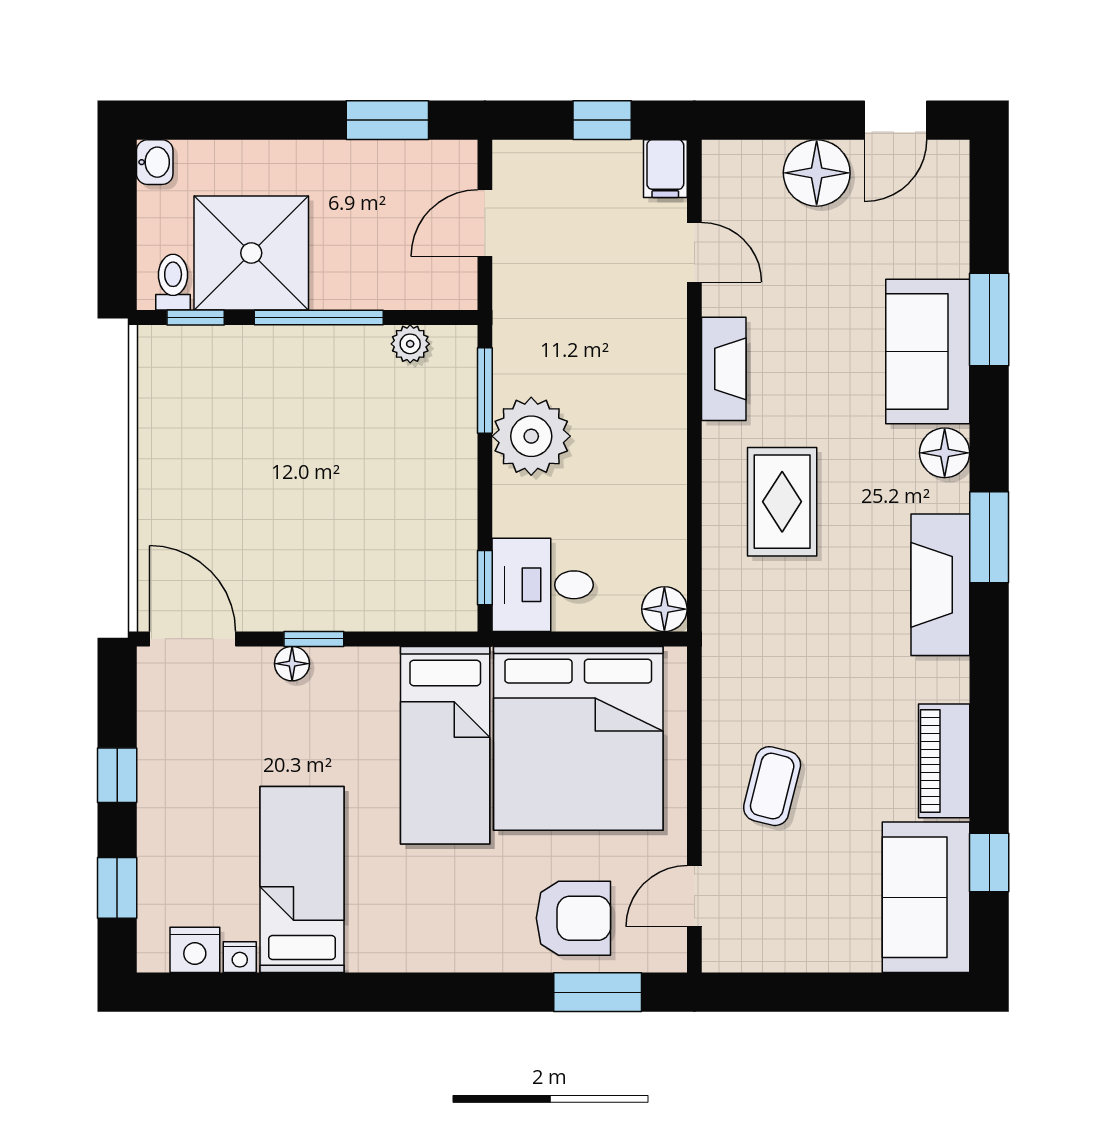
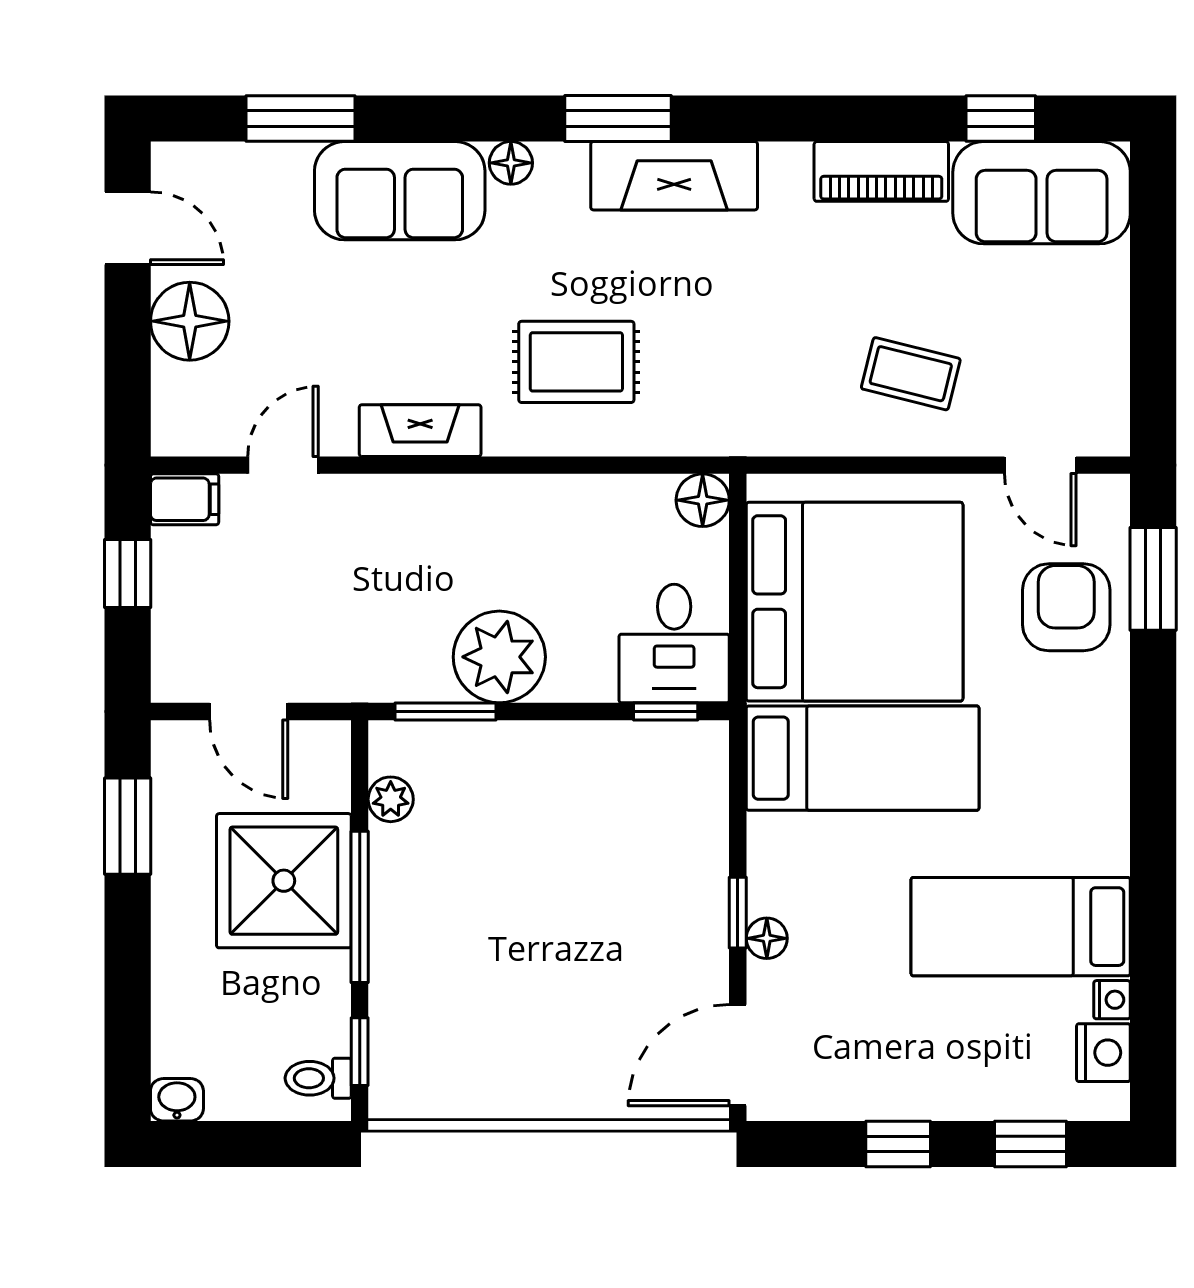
shower: (251, 253) -> (284, 881), moved
window: (989, 319) -> (300, 119), moved
floor lamp: (945, 453) -> (511, 163), width x0.73, depth x0.73

